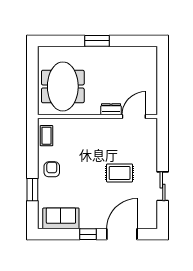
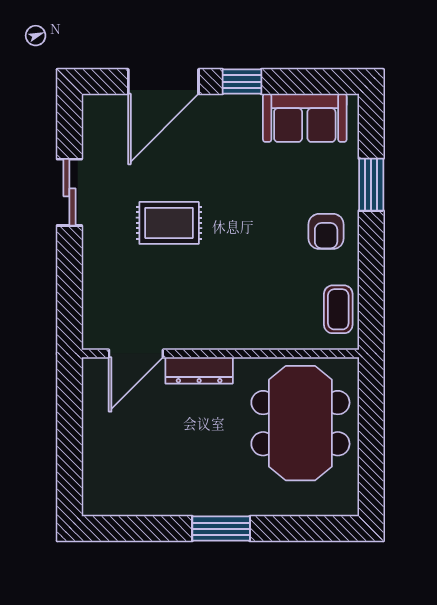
dresser: (111, 109) -> (199, 370), width x1.44

